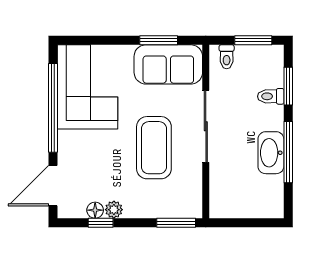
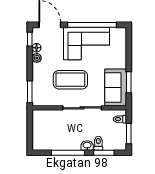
corner sofa: (87, 87) -> (87, 44), moved
washbasin: (271, 153) -> (87, 145), moved, width x0.52, depth x0.69
window: (101, 223) -> (30, 39), moved

